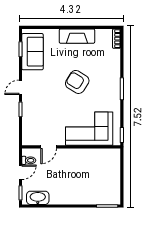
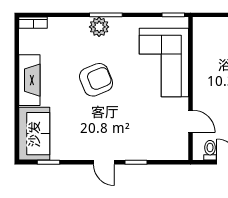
sofa: (32, 52) -> (34, 134), moved, turned 90
armchair: (77, 82) -> (96, 80), turned -144
plant: (114, 84) -> (99, 27), added

